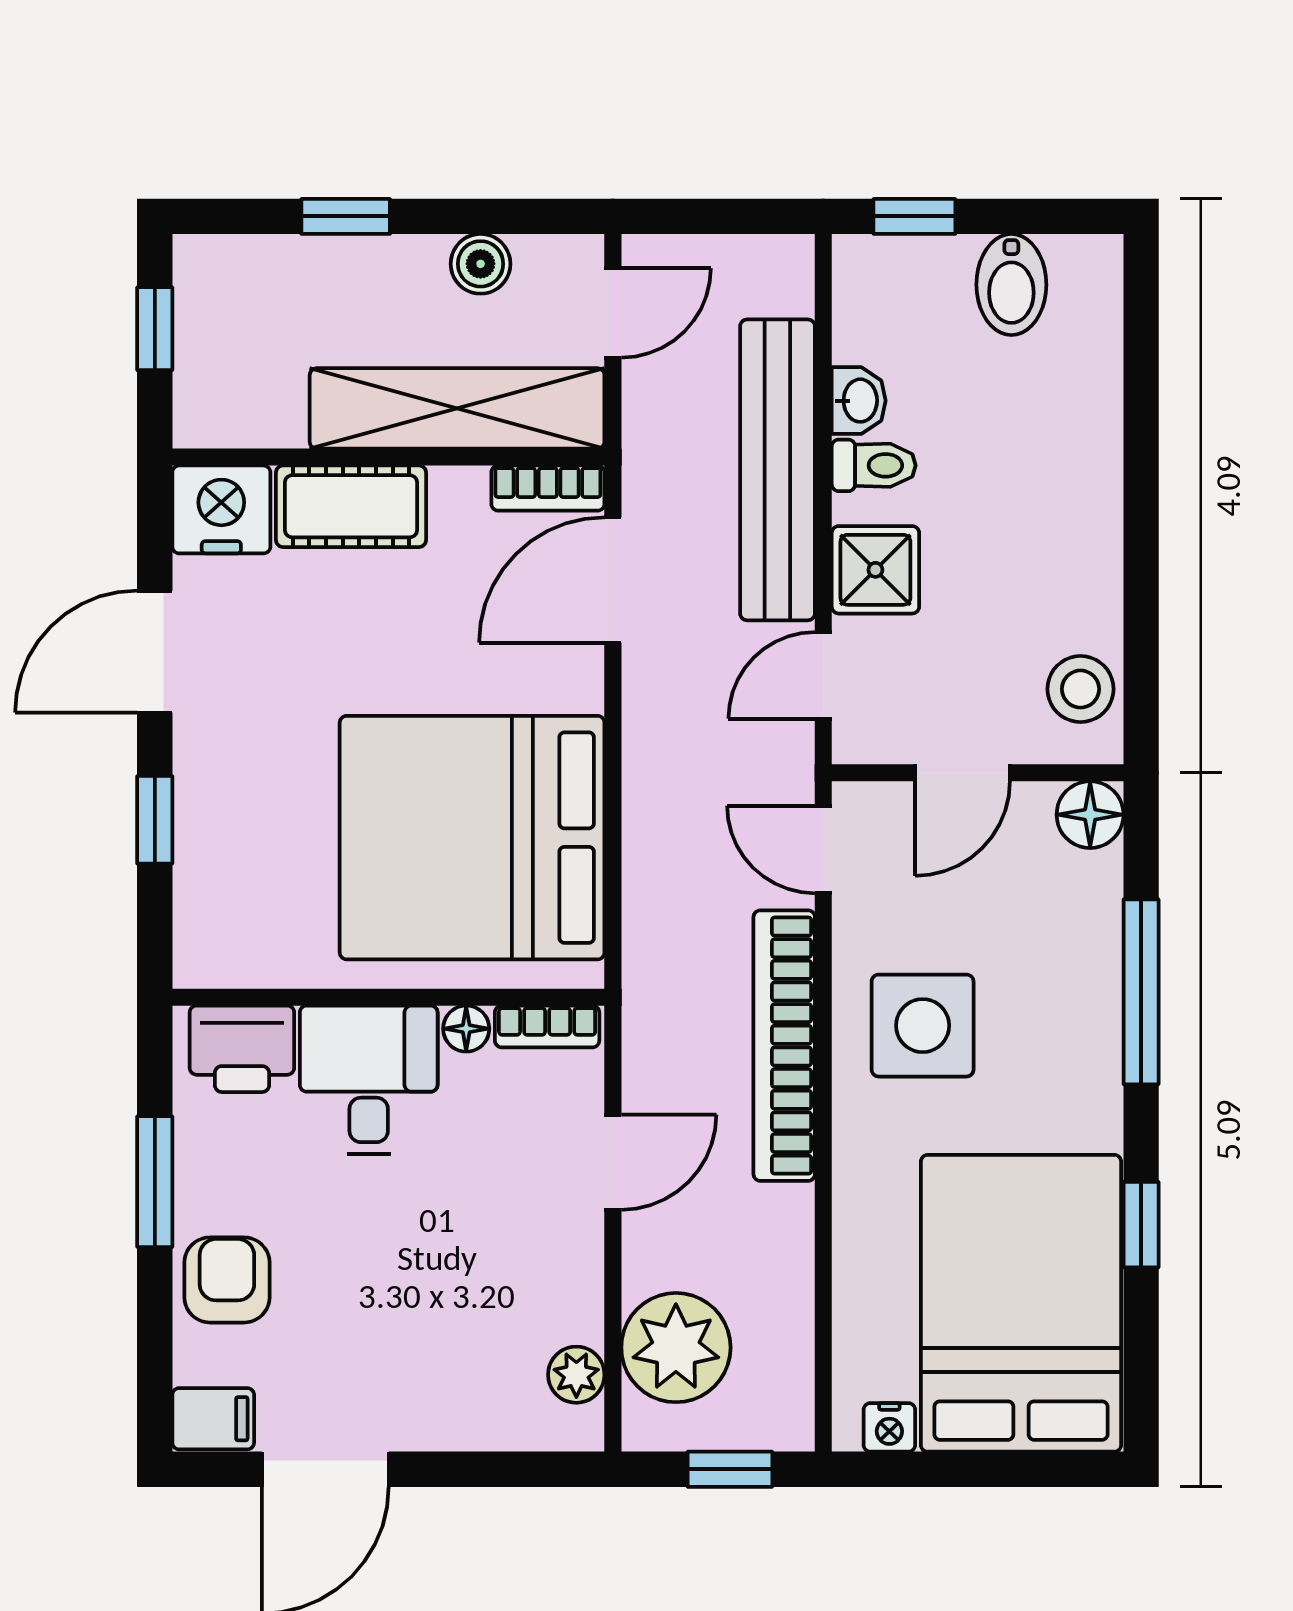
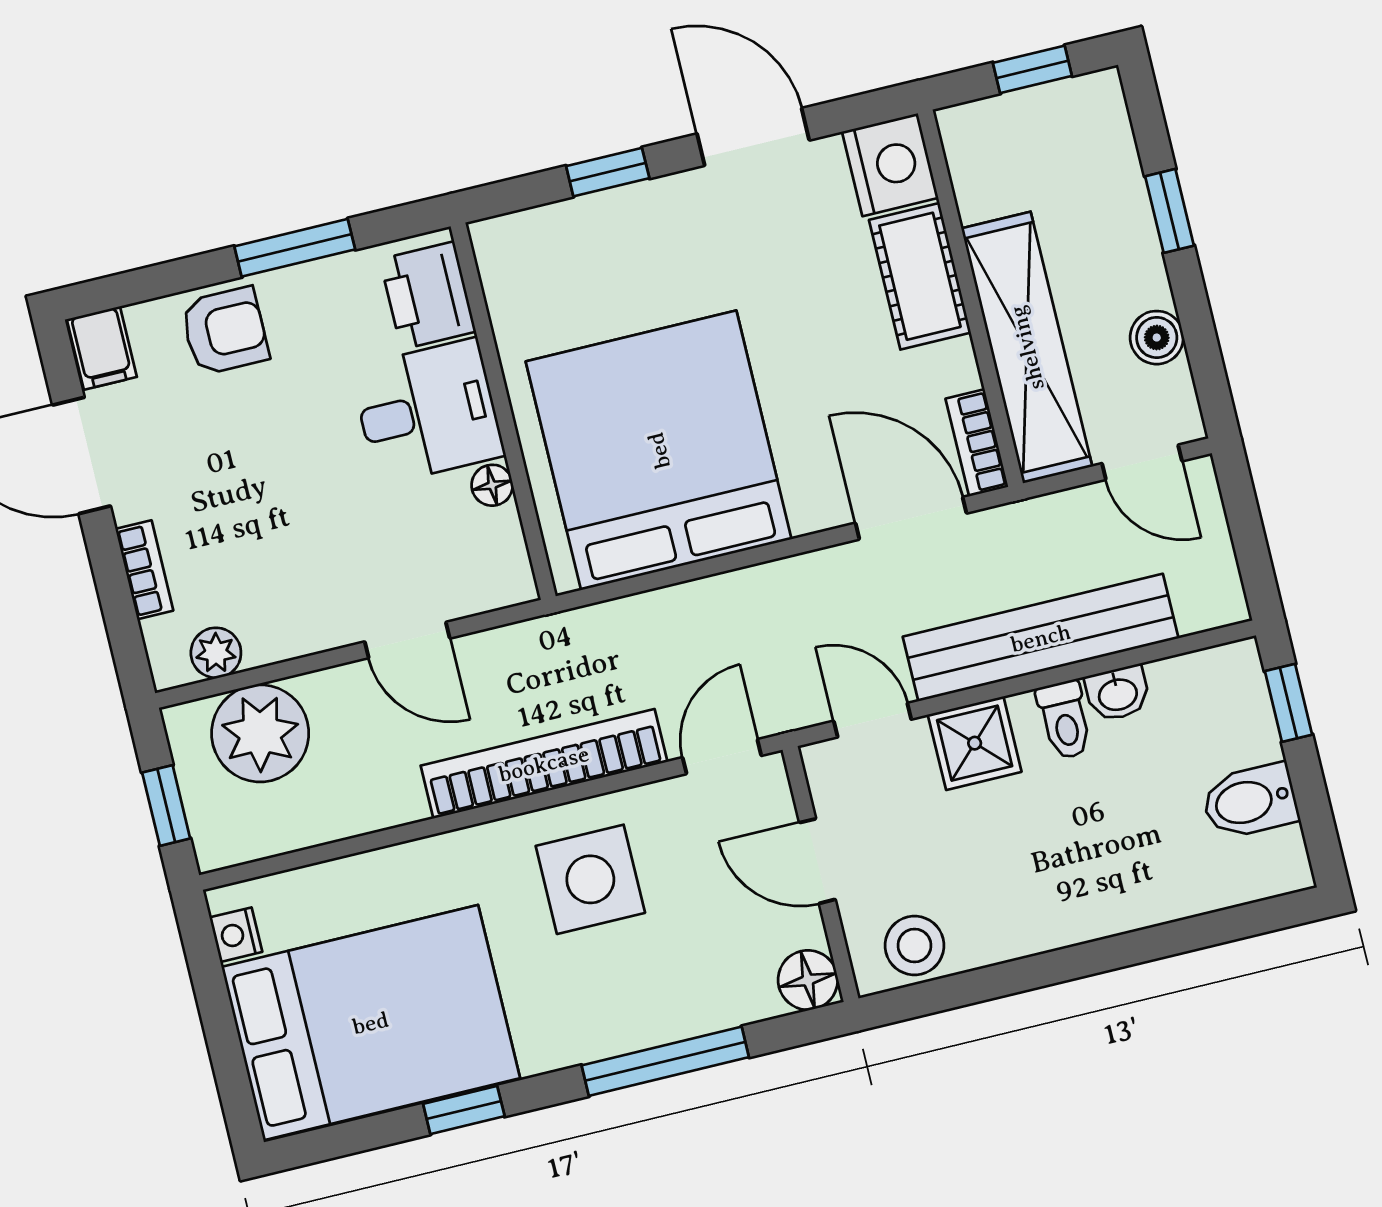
bookcase: (547, 1026) -> (144, 570), moved, turned 180

